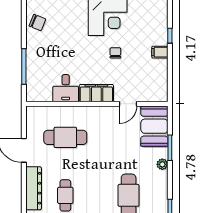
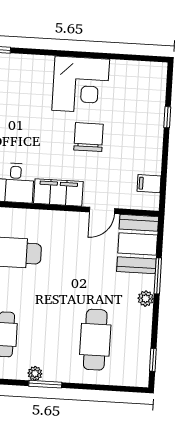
filing cabinet: (160, 52) -> (149, 184), moved
chair: (115, 53) -> (89, 137), width x1.87, depth x1.87

